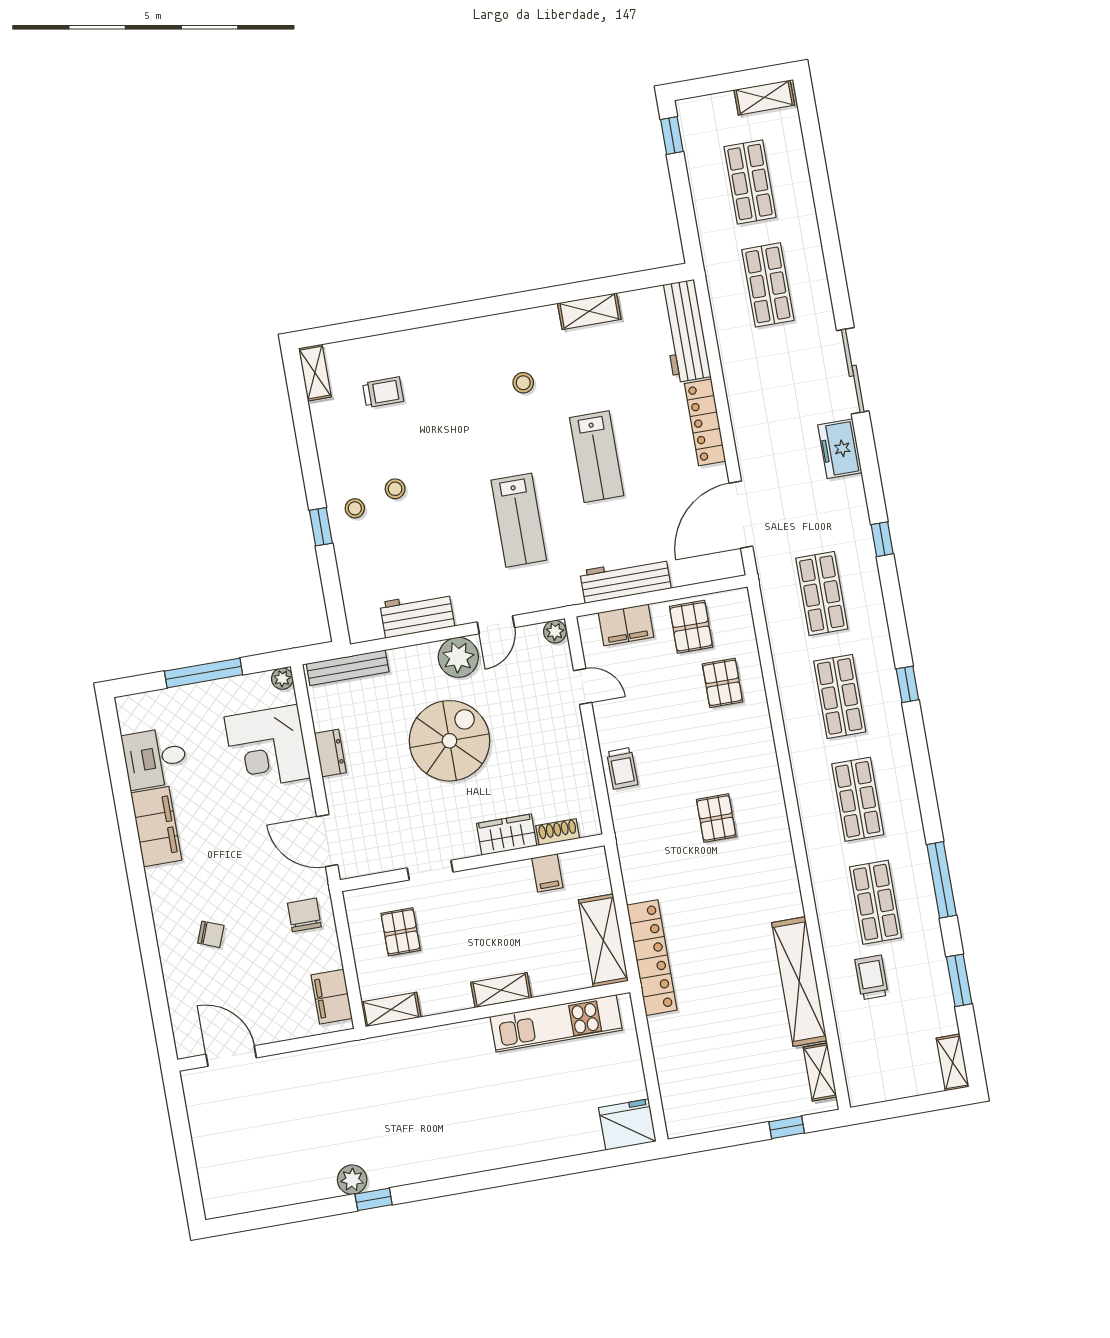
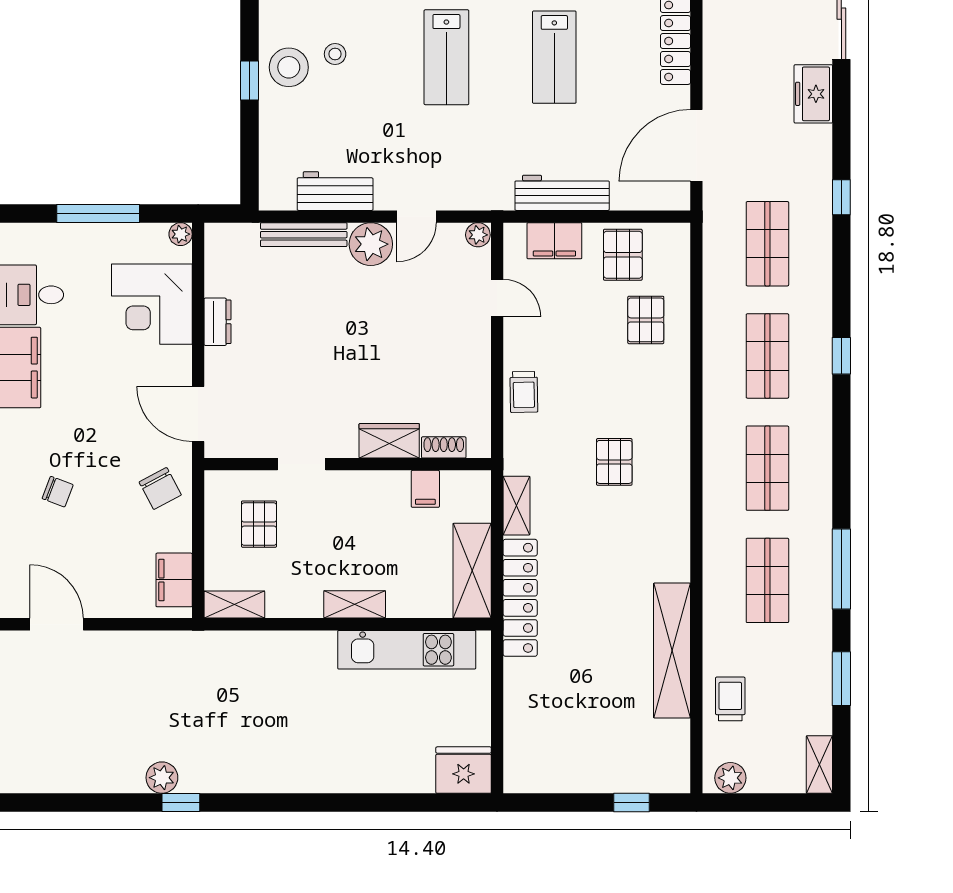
stool: (355, 508) -> (289, 67), width x1.89, depth x1.89
lab bench: (519, 520) -> (446, 57), moved
bench: (348, 668) -> (304, 235), moved
spiral stairs: (449, 741) -> (346, 331), removed
chair: (304, 915) -> (160, 488), turned 152
trolley: (871, 977) -> (730, 699), moved
shelving: (820, 1072) -> (516, 506), moved
plant: (873, 1089) -> (730, 778), added

